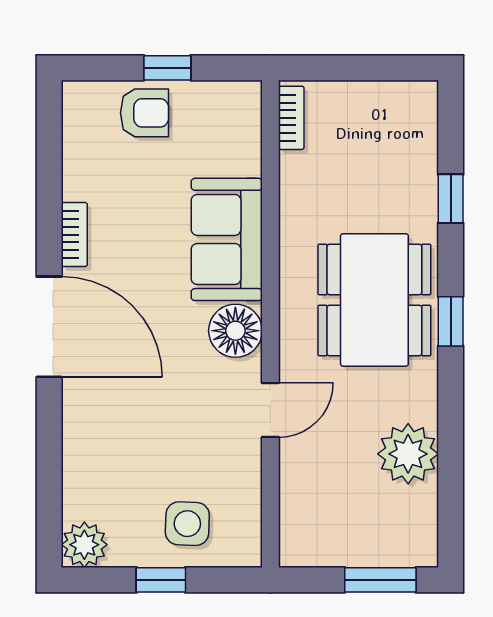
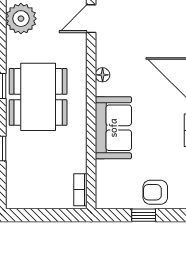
floor lamp: (235, 331) -> (103, 75), width x0.53, depth x0.53
door: (270, 410) -> (91, 19), moved

